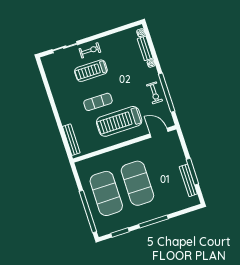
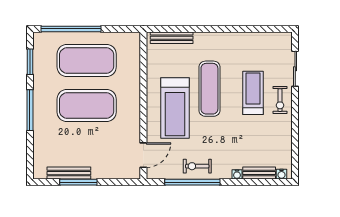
exercise mat: (98, 102) -> (209, 89), width x1.36, depth x1.45
treadmill: (119, 121) -> (175, 108), turned 180

